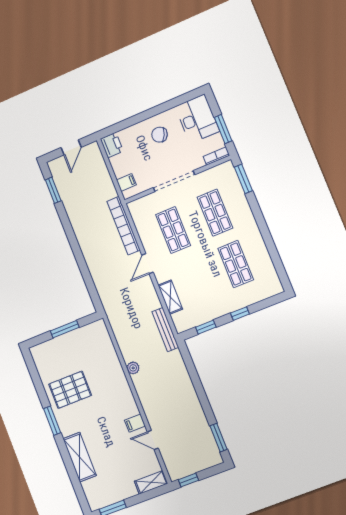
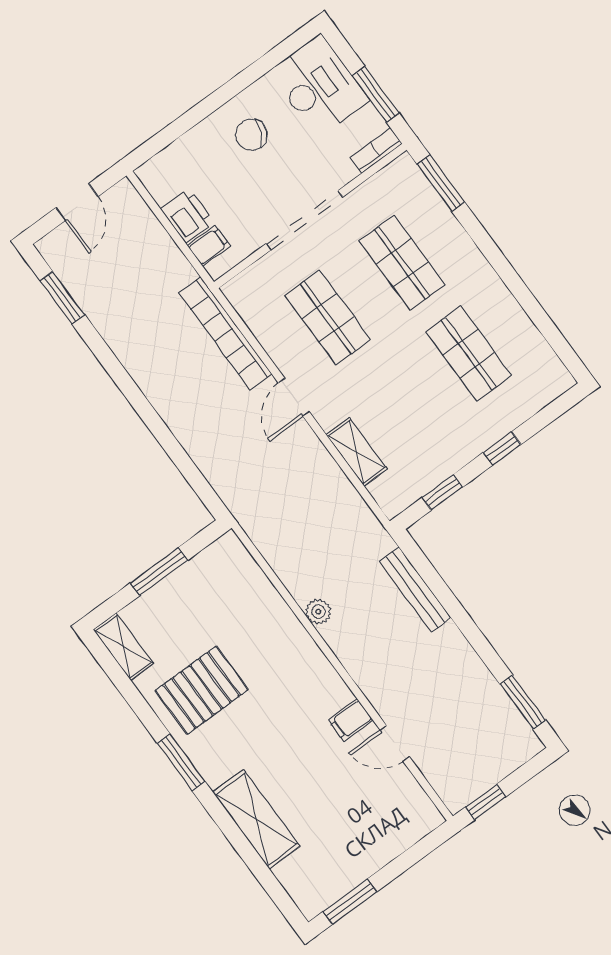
printer: (112, 145) -> (187, 215), moved
bench: (165, 330) -> (415, 590), moved
shelving: (151, 482) -> (123, 647), moved, turned 90

